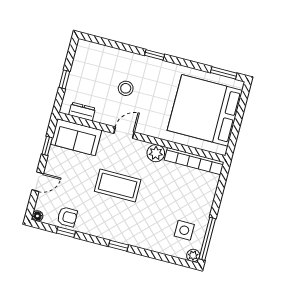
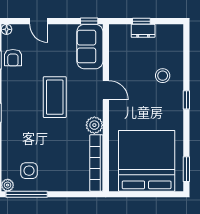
stool: (126, 88) -> (163, 76), moved
dresser: (82, 112) -> (143, 31), moved, turned 90
window: (47, 146) -> (89, 21), moved

